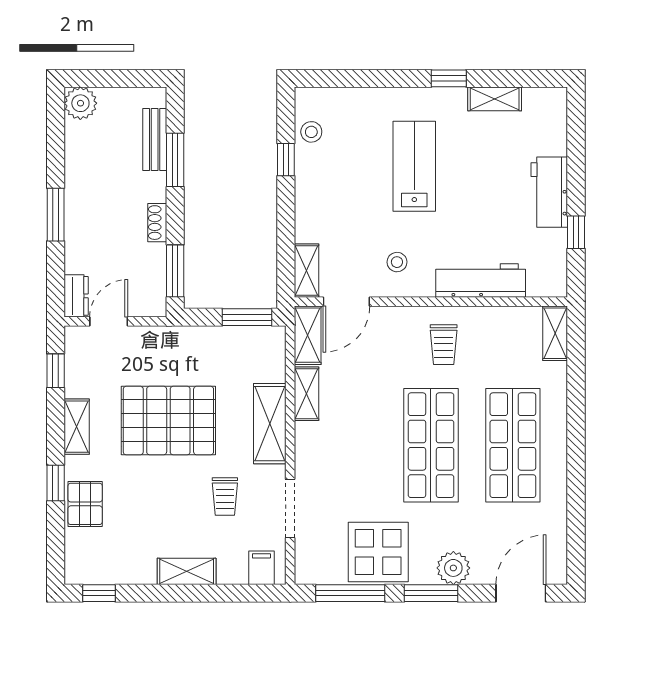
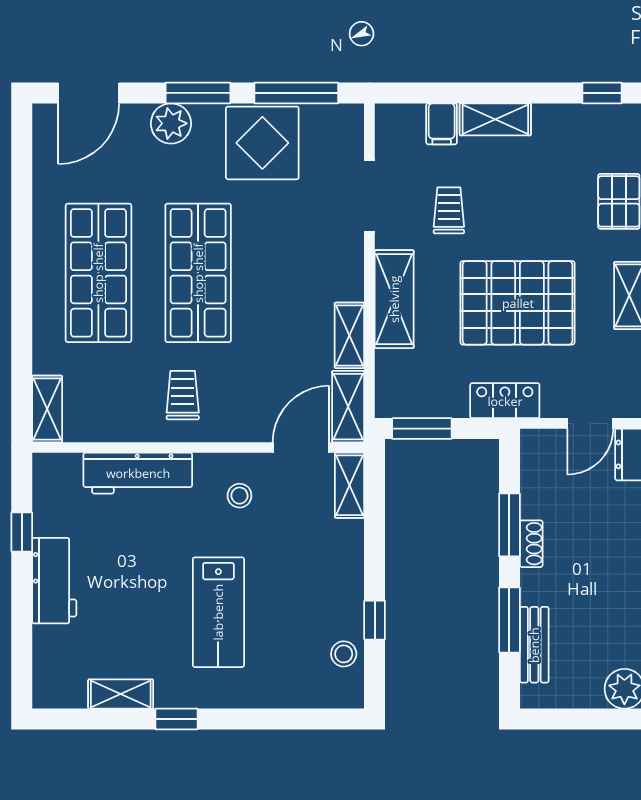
window: (175, 271) -> (509, 525), moved
locker: (179, 340) -> (505, 401), added
filing cabinet: (261, 568) -> (442, 124), moved

